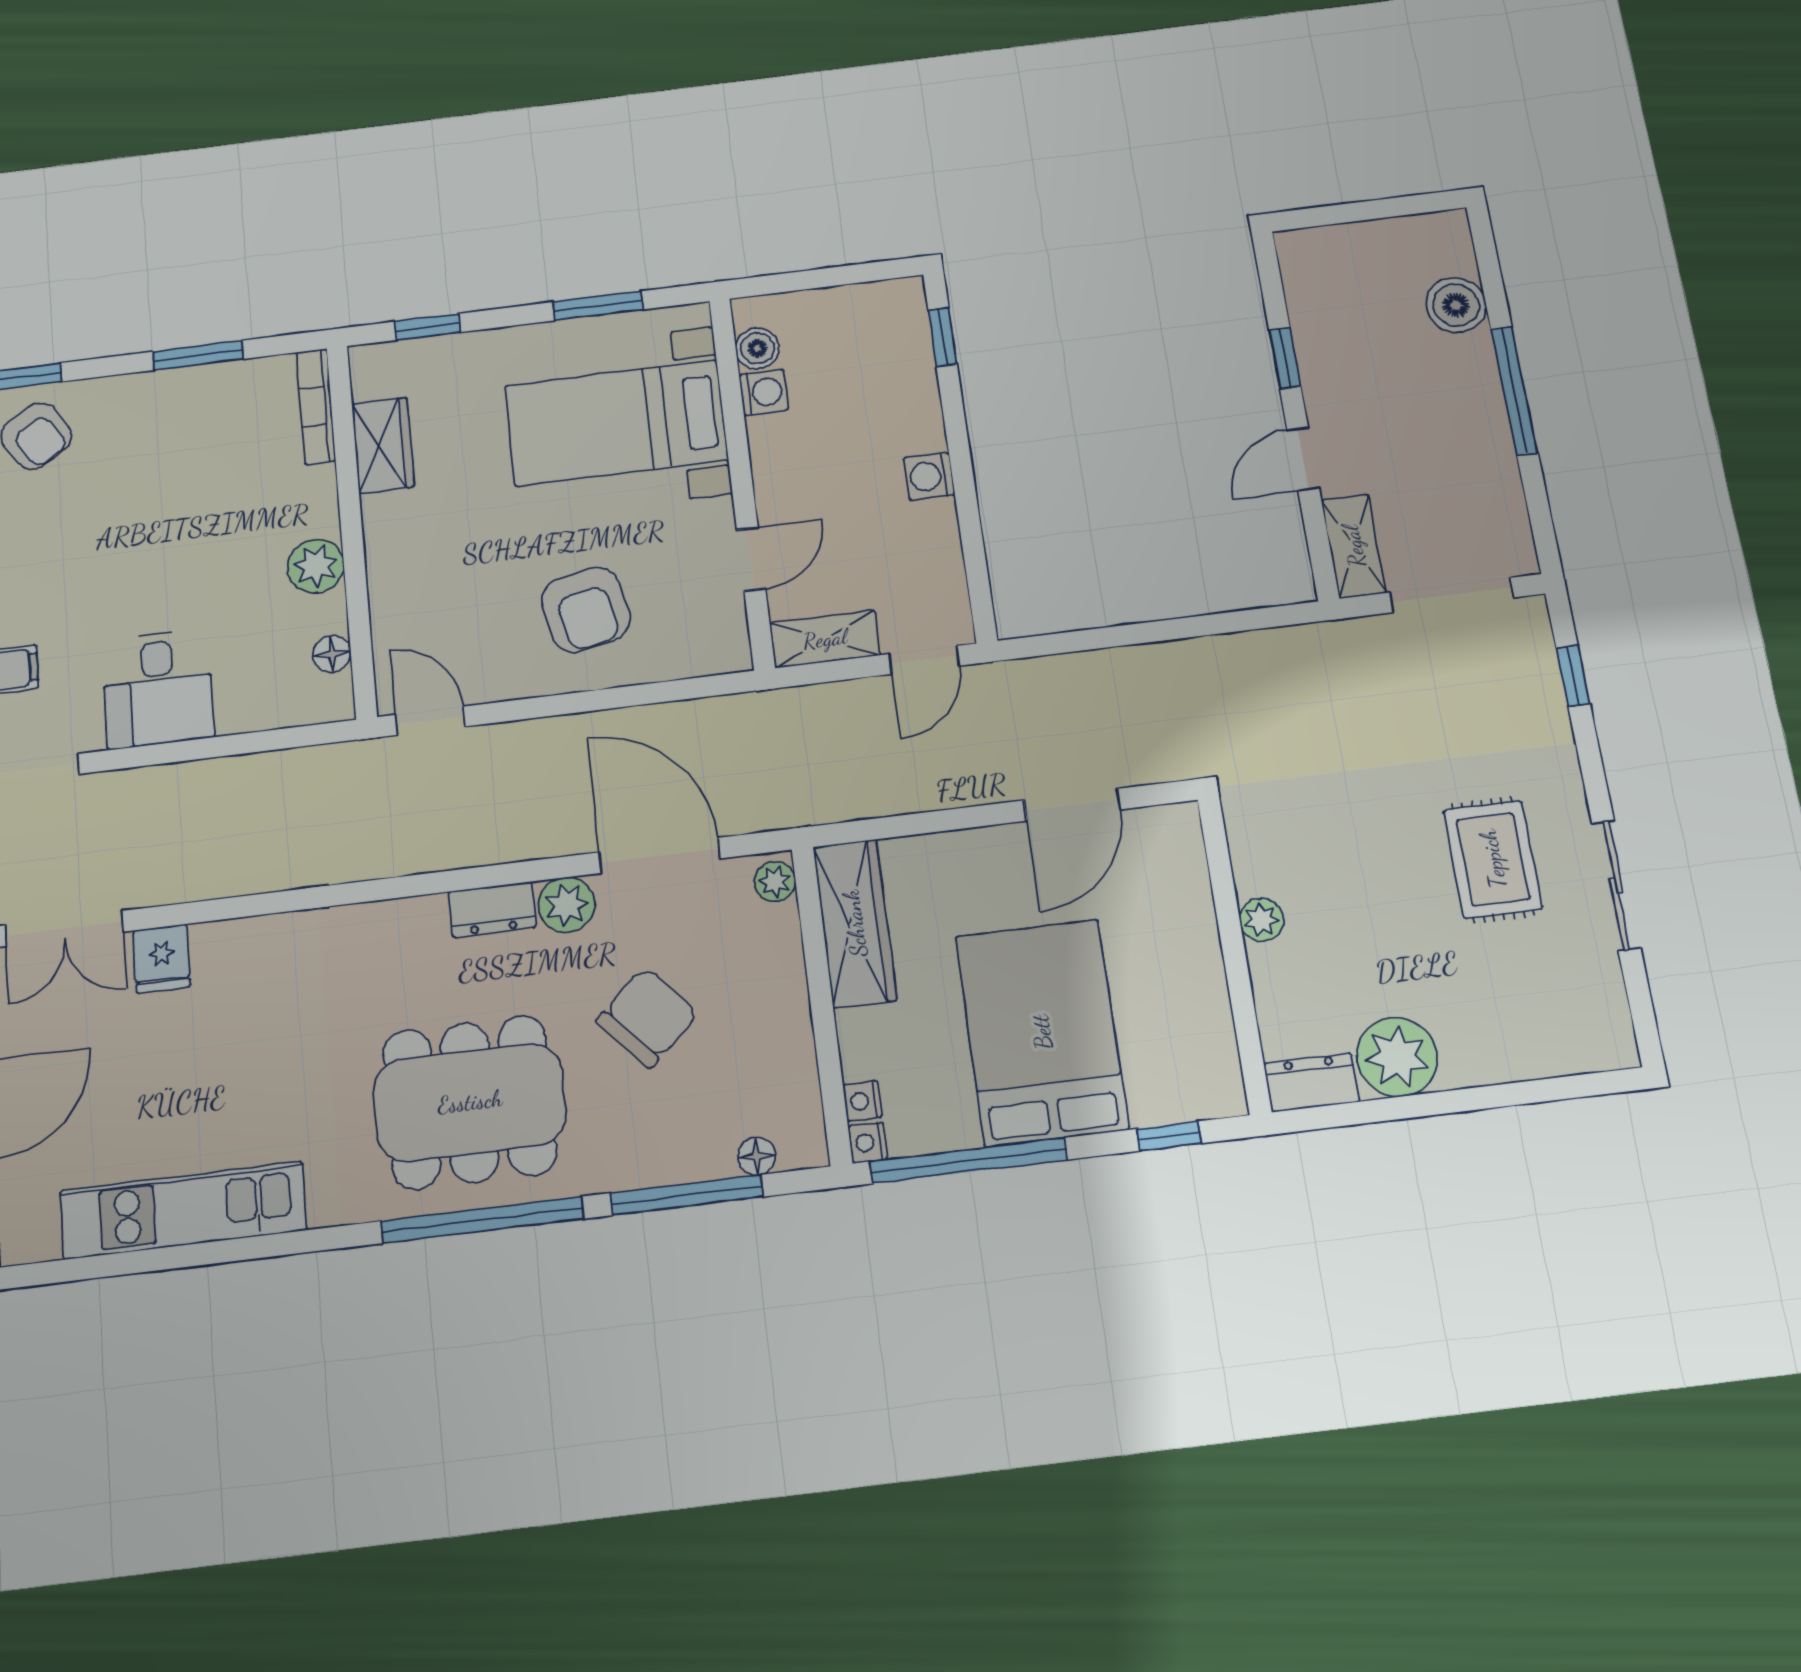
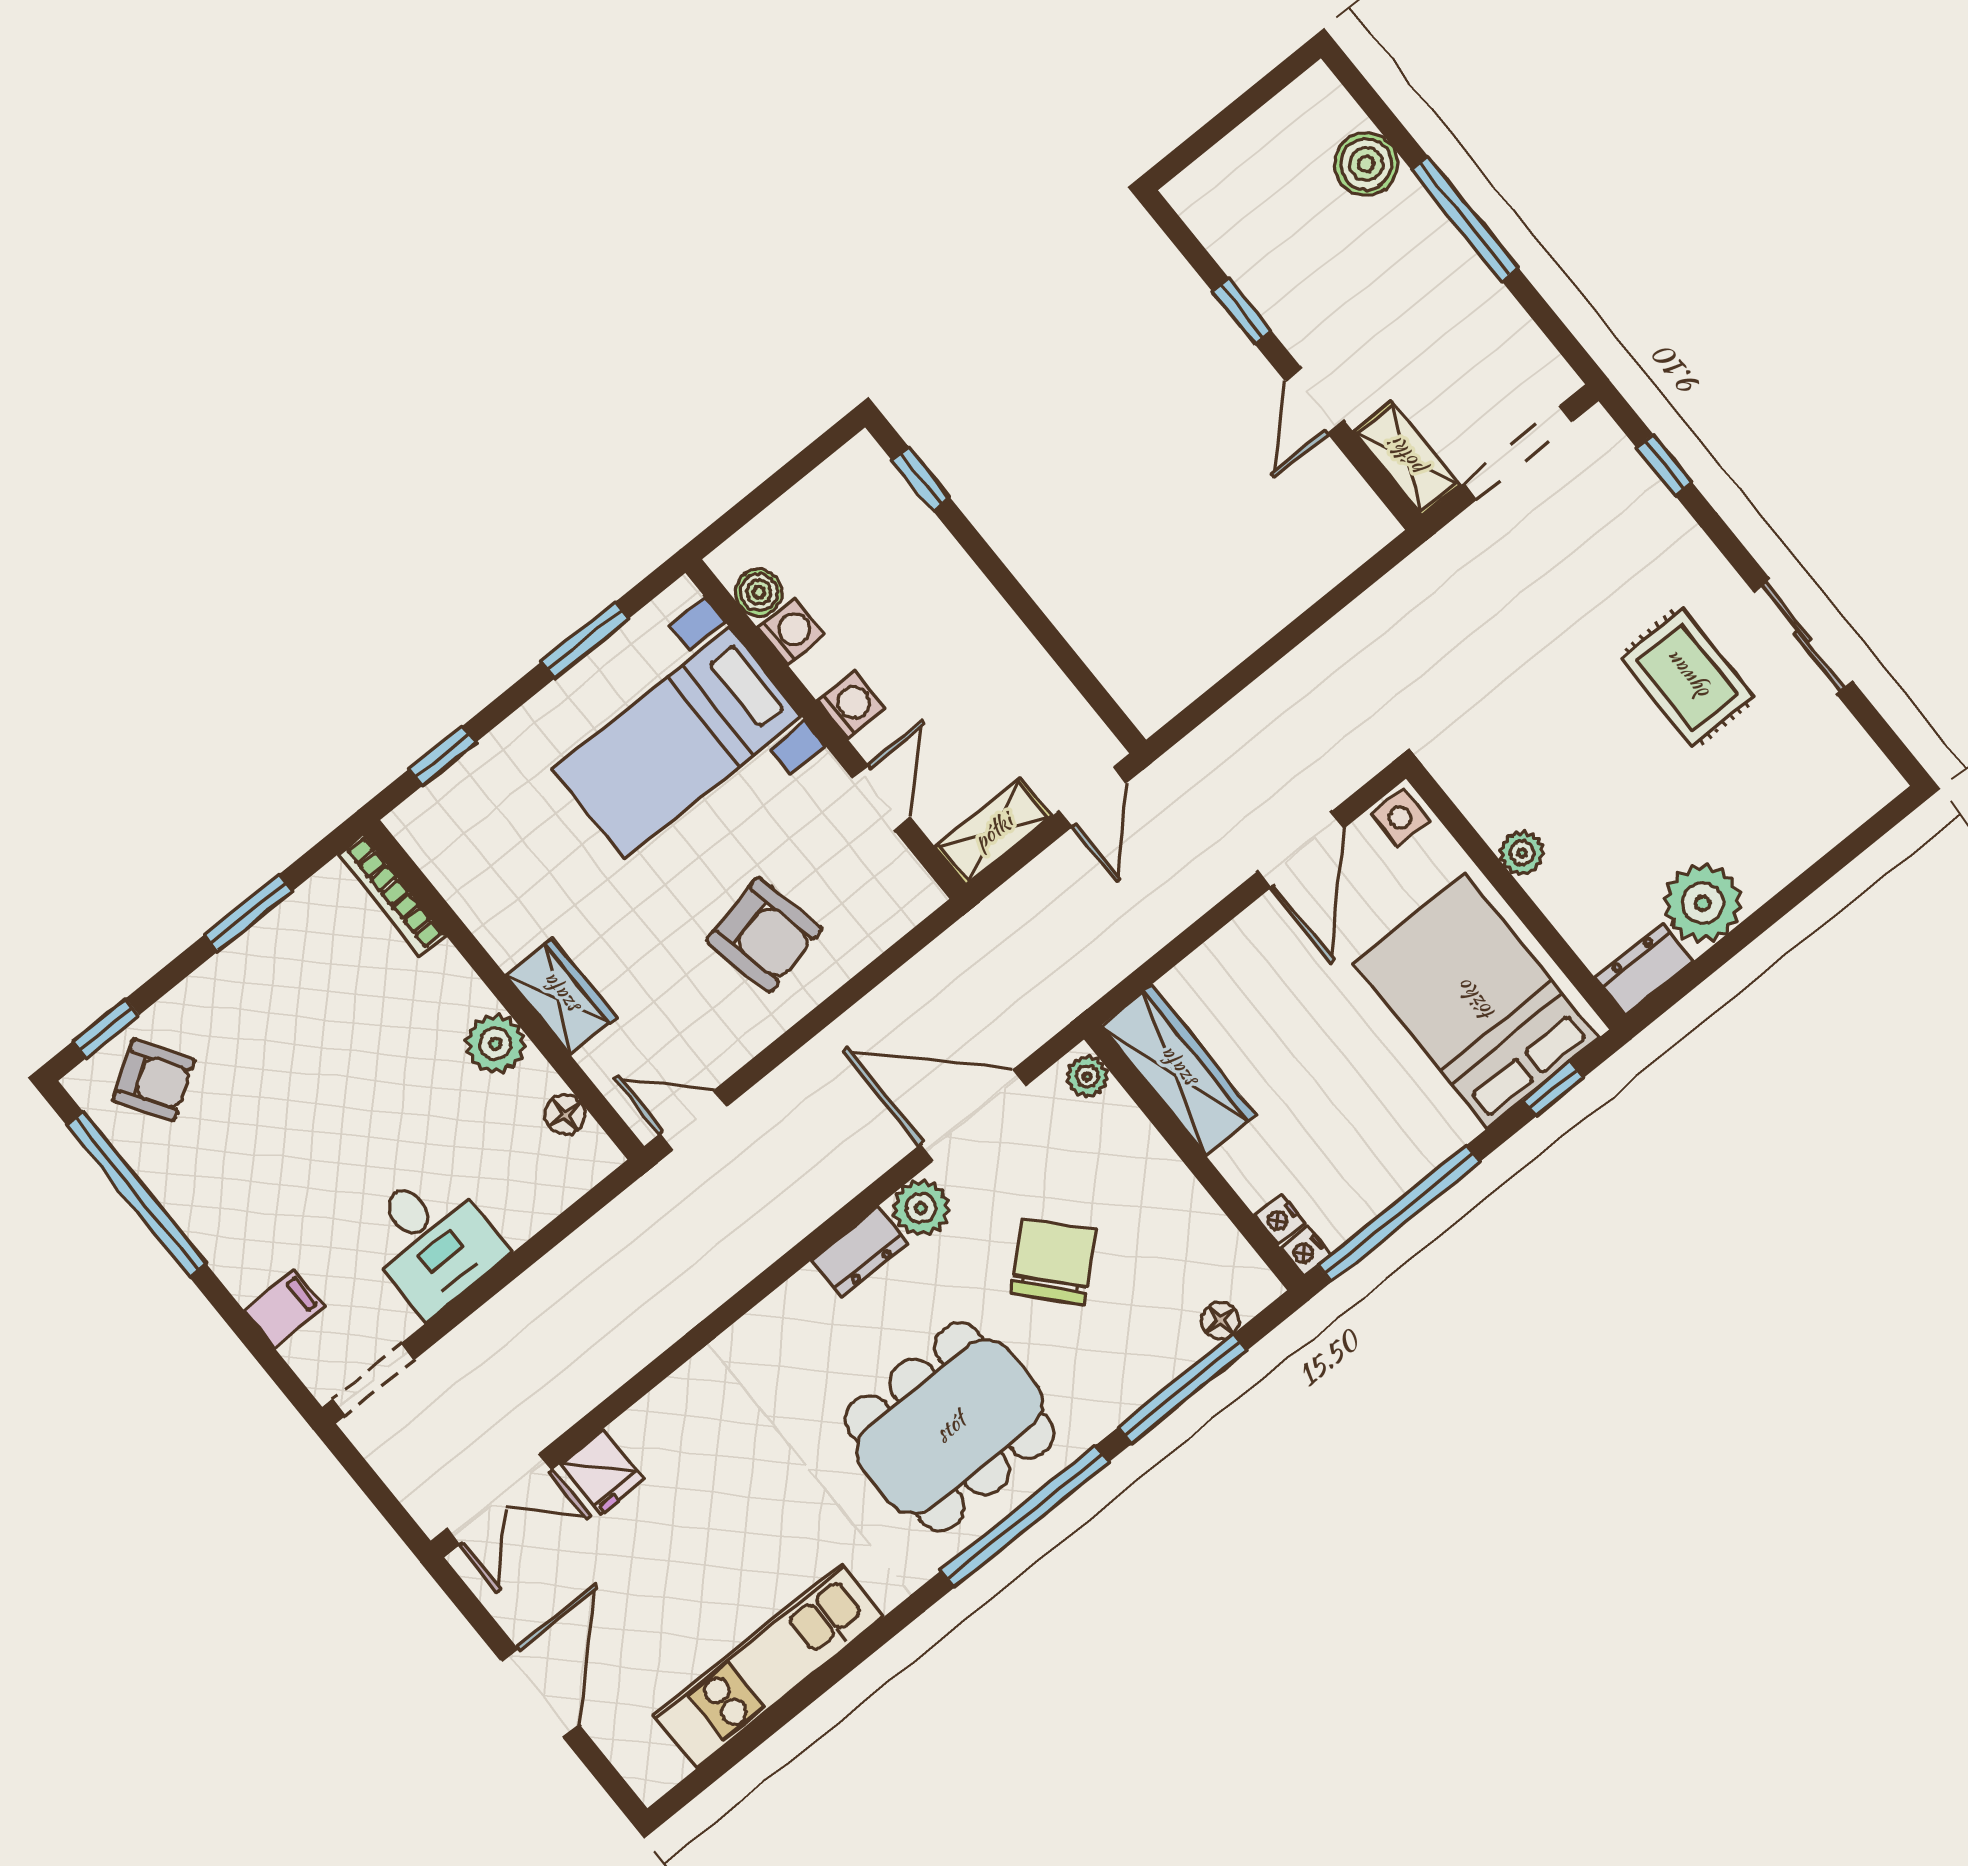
wardrobe: (383, 445) -> (561, 996), moved
washing machine: (929, 476) -> (851, 705), moved, turned 180
side table: (1174, 828) -> (1400, 817), added
bed: (1042, 1032) -> (1476, 1001), moved

